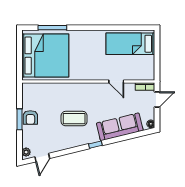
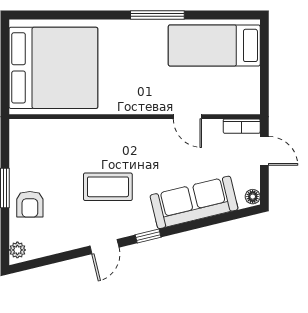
window: (52, 28) -> (157, 15), moved
door: (157, 100) -> (264, 151), hinge flipped
armchair: (30, 117) -> (30, 204), moved
door: (42, 158) -> (104, 247), moved

